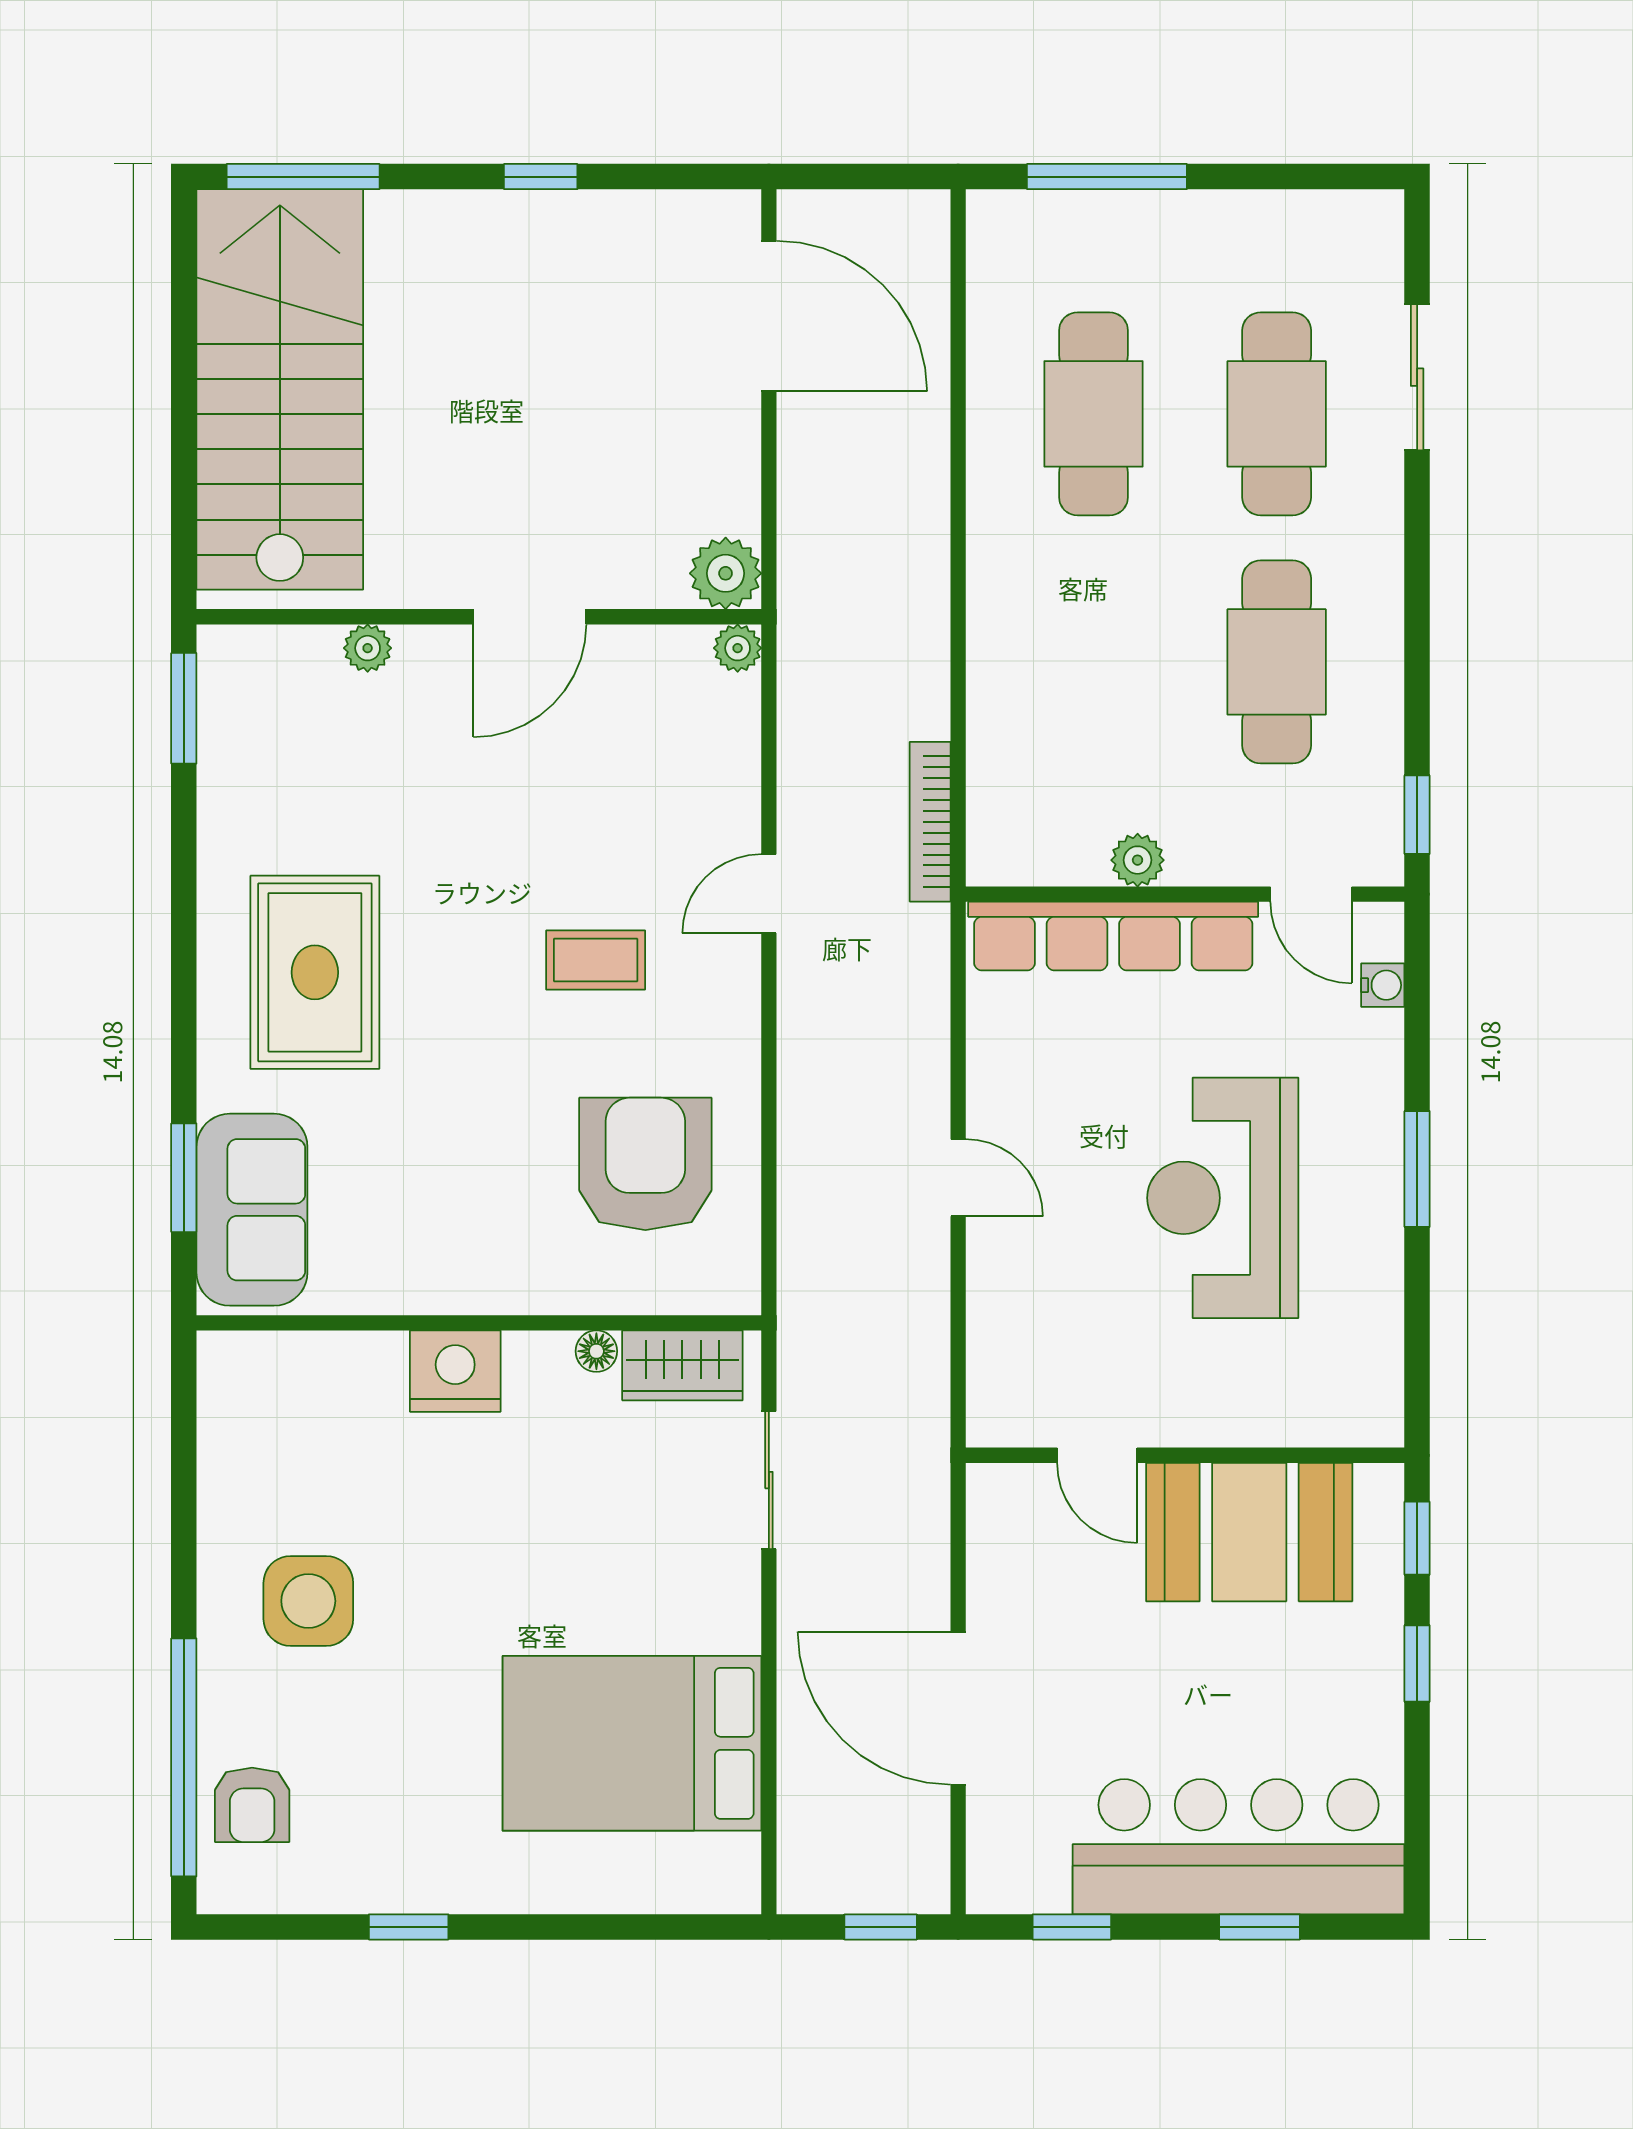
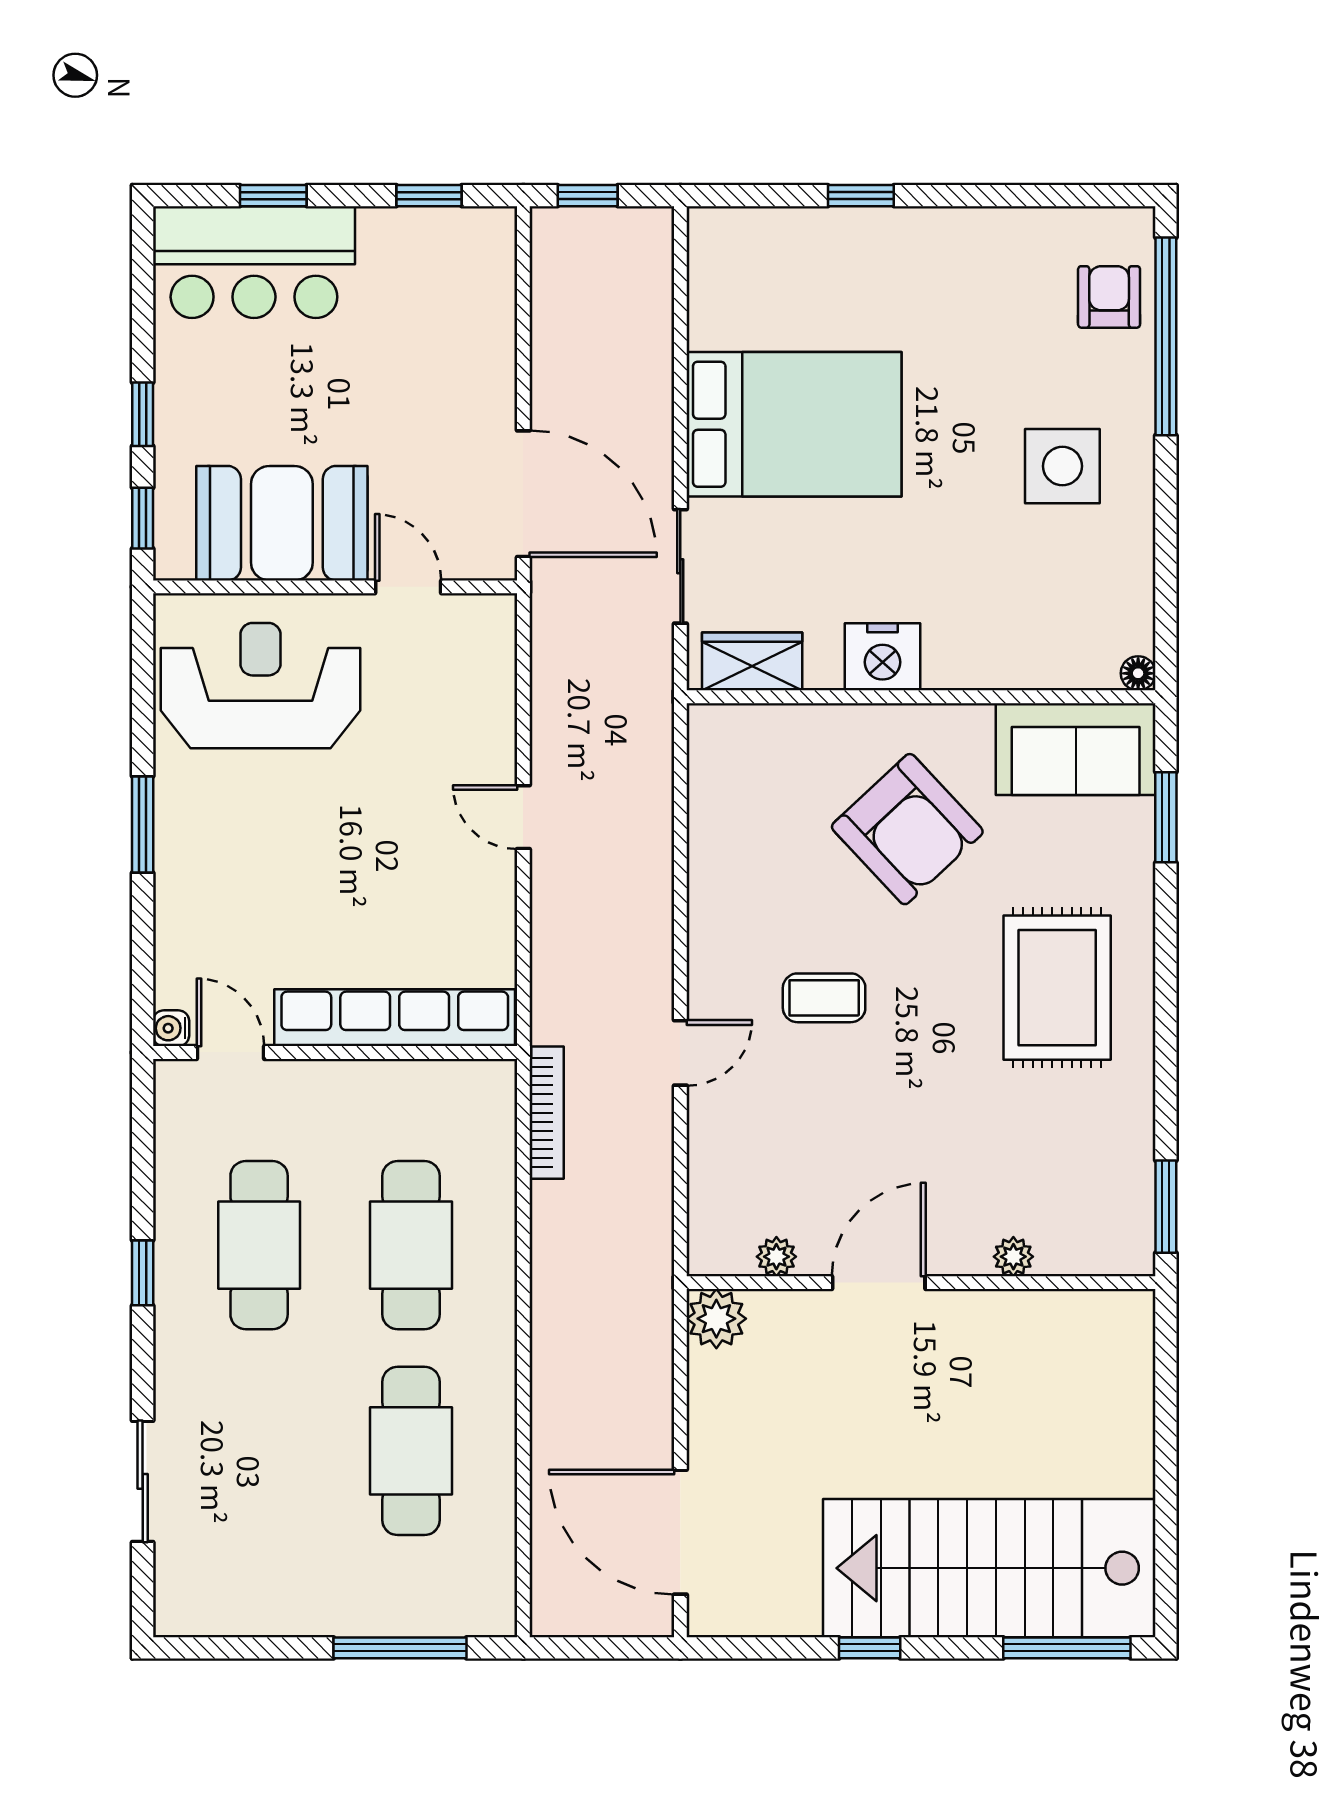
stairs: (280, 389) -> (989, 1568), moved, turned 90
cafe table: (1277, 414) -> (411, 1245), moved
plant: (738, 648) -> (776, 1257), moved
window: (1417, 815) -> (143, 1273), moved
plant: (1138, 860) -> (375, 1081), removed
water cooler: (1383, 985) -> (171, 1028), moved
armchair: (645, 1164) -> (907, 829), moved, turned -43
reception desk: (1223, 1198) -> (260, 686), moved, turned -90
sofa: (252, 1210) -> (1076, 749), moved, turned -90
floor lamp: (596, 1351) -> (1138, 673), moved
nightstand: (455, 1371) -> (882, 657), moved
door: (958, 1708) -> (523, 494), moved
bed: (632, 1743) -> (794, 424), moved
bar counter: (1239, 1847) -> (254, 262), width x0.73
window: (409, 1927) -> (861, 196), moved

